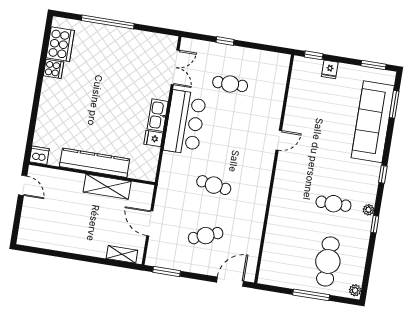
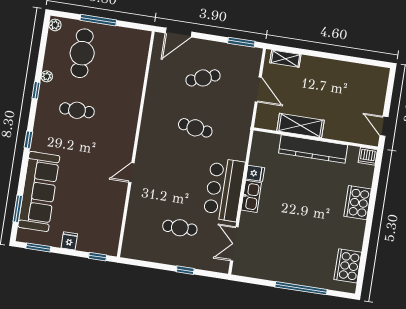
cooker: (53, 69) -> (358, 203), moved, width x1.87, depth x1.31
fridge: (330, 69) -> (69, 241), moved
plant: (368, 210) -> (47, 76), moved

